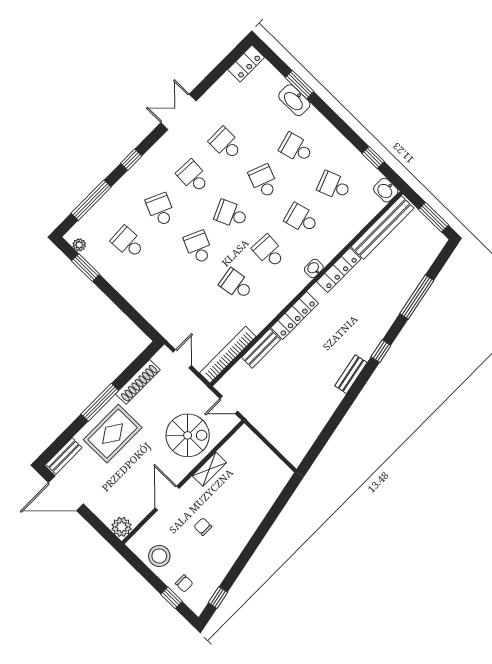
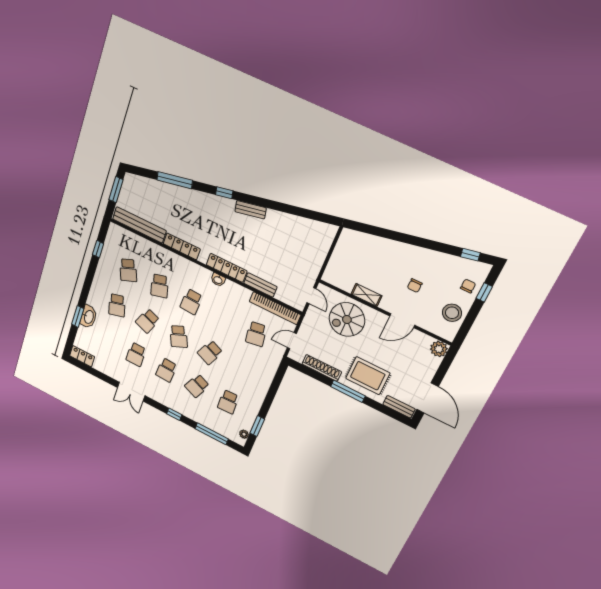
washbasin: (386, 190) -> (114, 232), removed
washbasin: (314, 268) -> (218, 280), moved
school desk: (236, 285) -> (256, 334), moved
spiral stairs: (188, 435) -> (347, 320), turned -90

